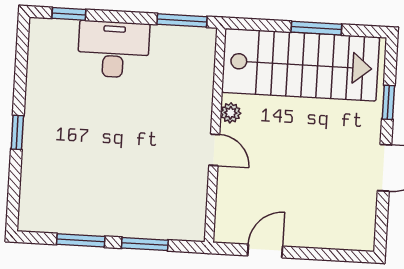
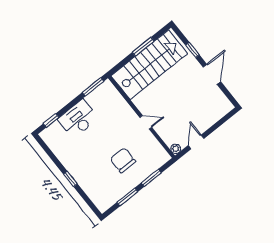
plant: (231, 113) -> (176, 149), moved
chair: (125, 177) -> (123, 160), added

